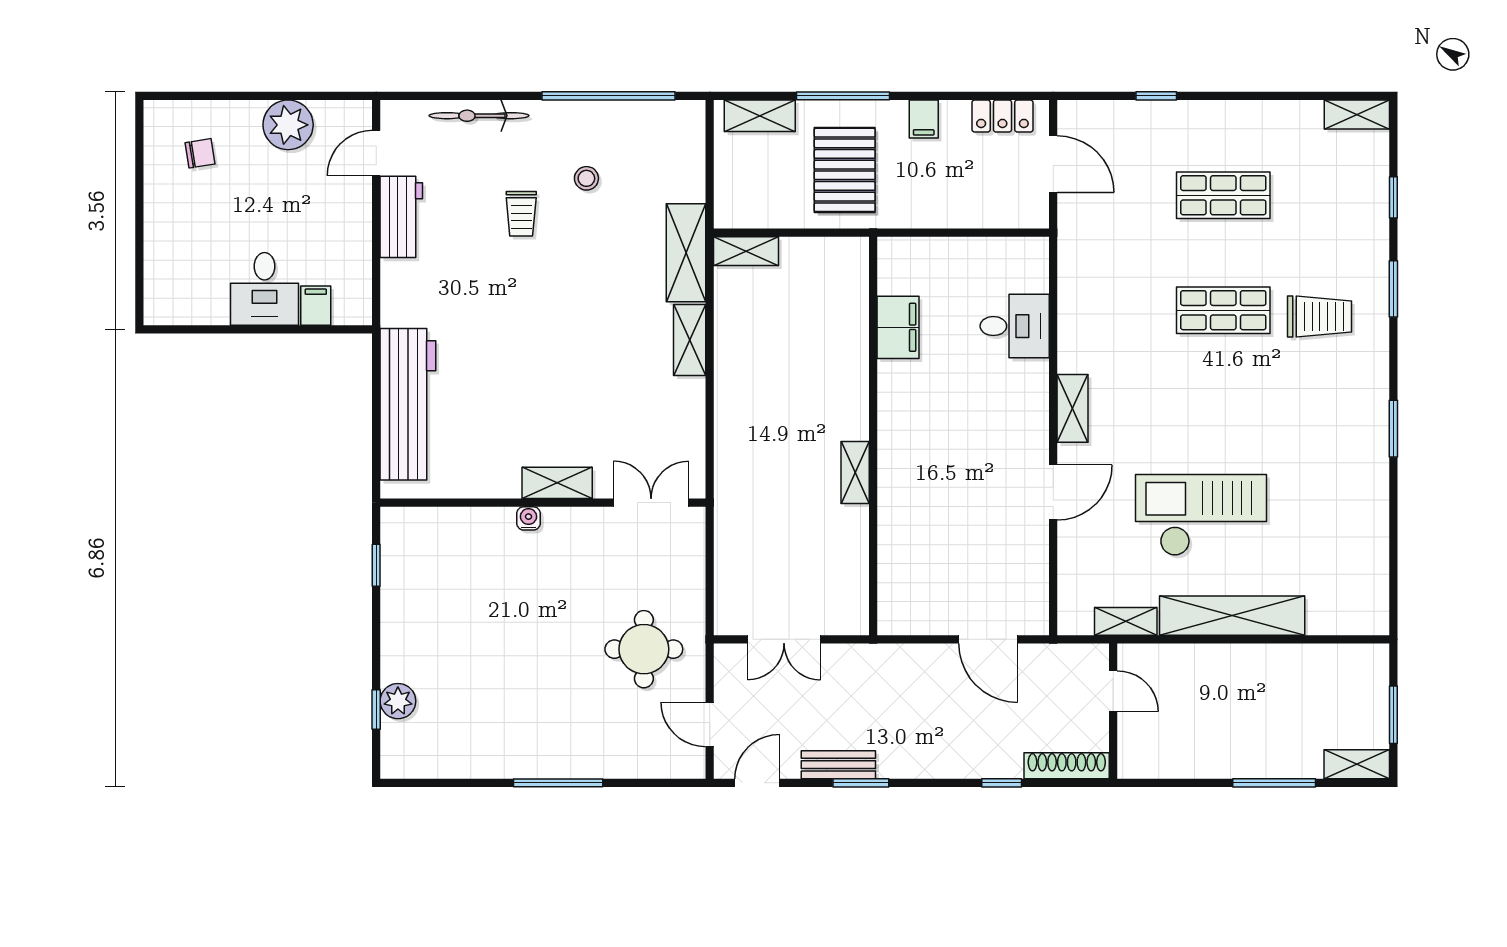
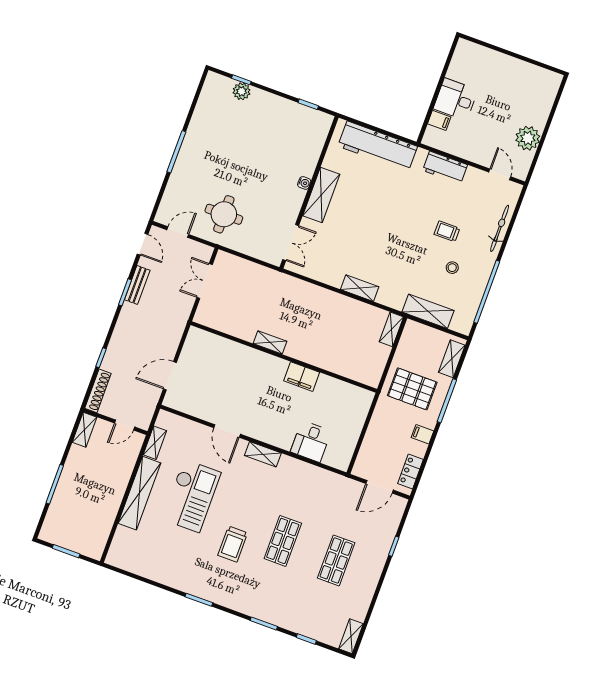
chair: (200, 153) -> (529, 92), removed
workbench: (401, 217) -> (445, 168), moved
shelving: (686, 253) -> (428, 311), moved
trolley: (1319, 317) -> (233, 544), moved
filing cabinet: (898, 327) -> (302, 377), moved
shelving: (557, 483) -> (321, 195), width x1.50, depth x1.33
shelving: (1357, 764) -> (84, 430), moved

